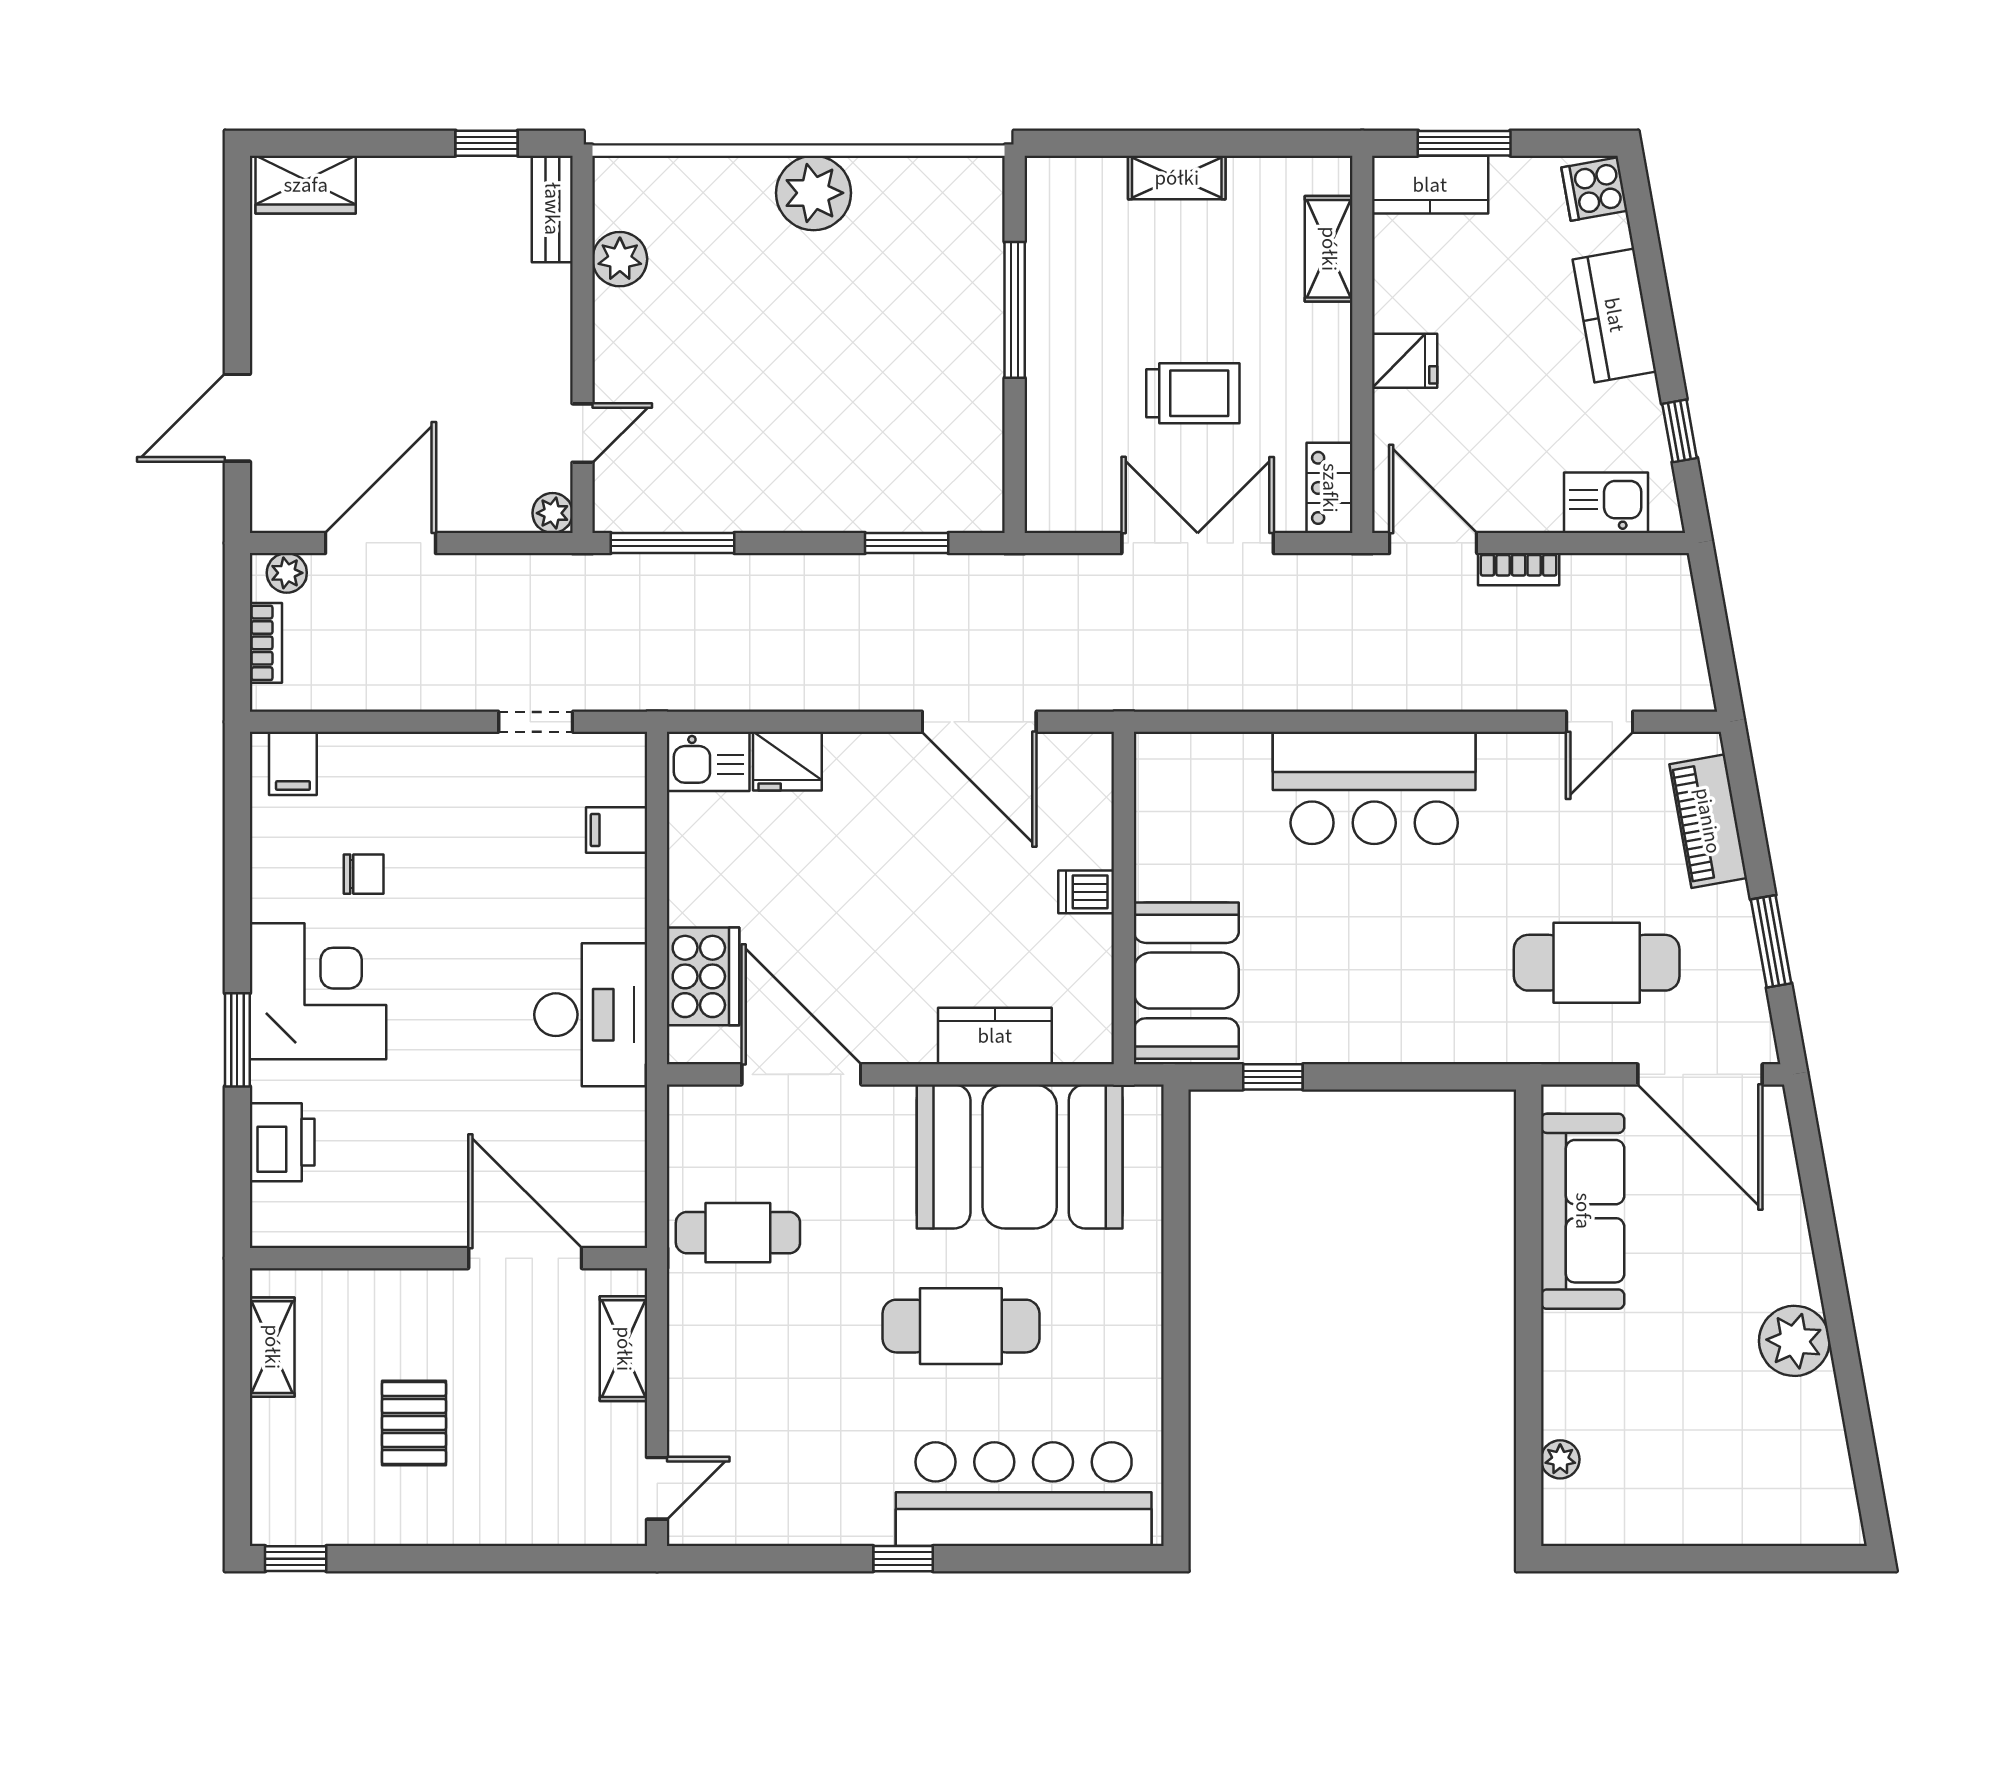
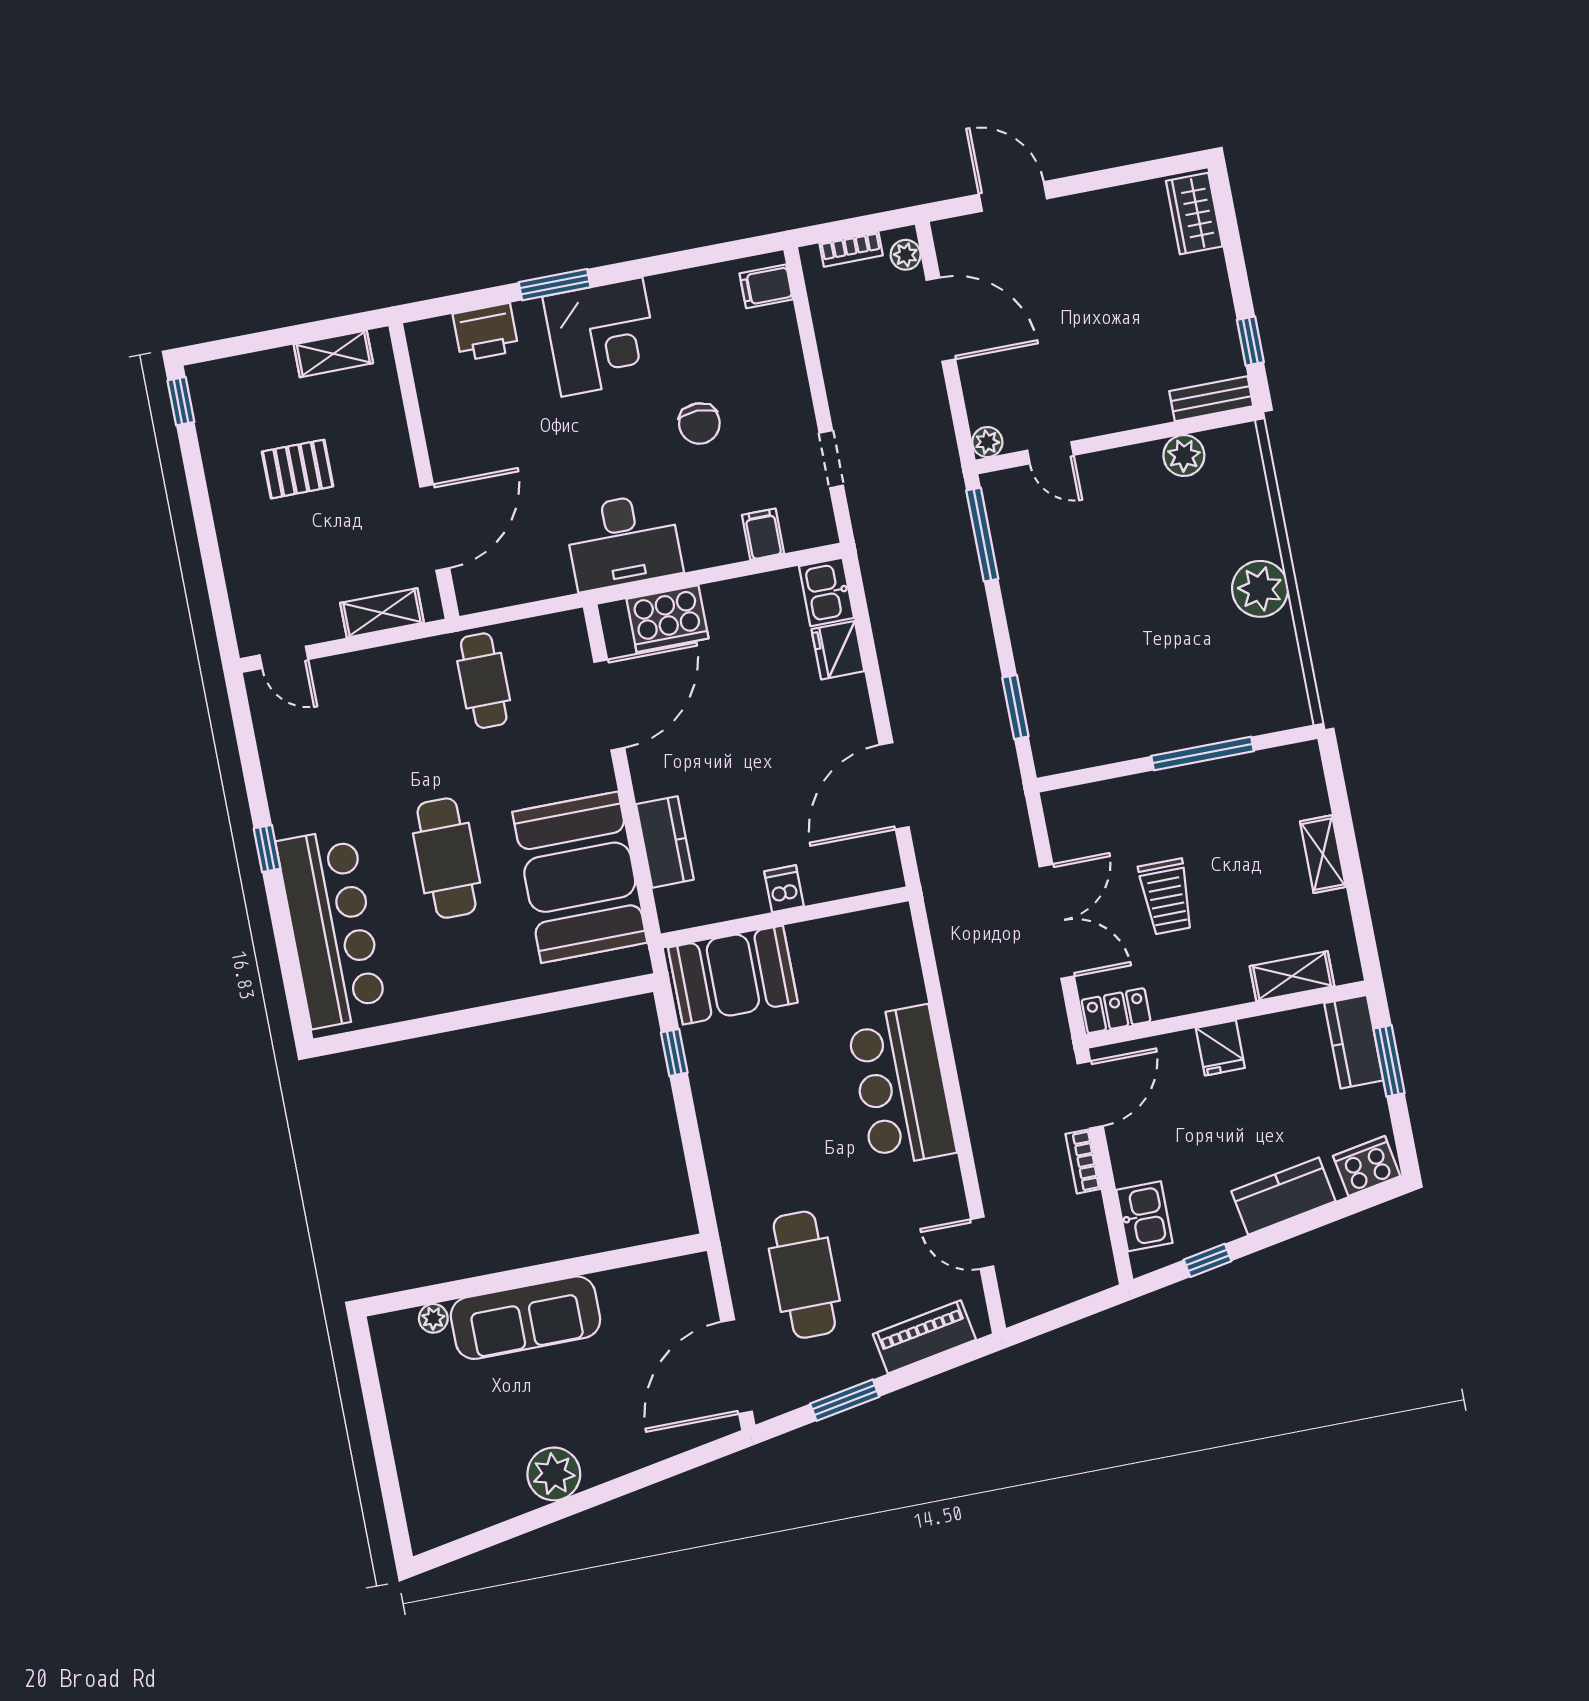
cooker: (1594, 189) -> (1367, 1166), width x1.36
chair: (364, 874) -> (699, 423), moved, width x1.37, depth x1.37
sofa: (1583, 1211) -> (525, 1318), moved

